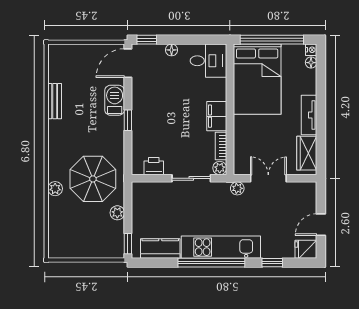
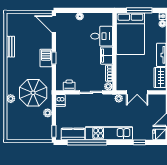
window: (147, 40) -> (65, 10), removed
window: (272, 40) -> (139, 10), width x0.68
desk: (208, 61) -> (102, 36), moved
door: (128, 63) -> (54, 24), hinge flipped
barbecue: (115, 100) -> (46, 58), moved
double door: (268, 178) -> (137, 92), swing flipped
dishwasher: (139, 192) -> (60, 100), added
window: (211, 263) -> (87, 142), moved

